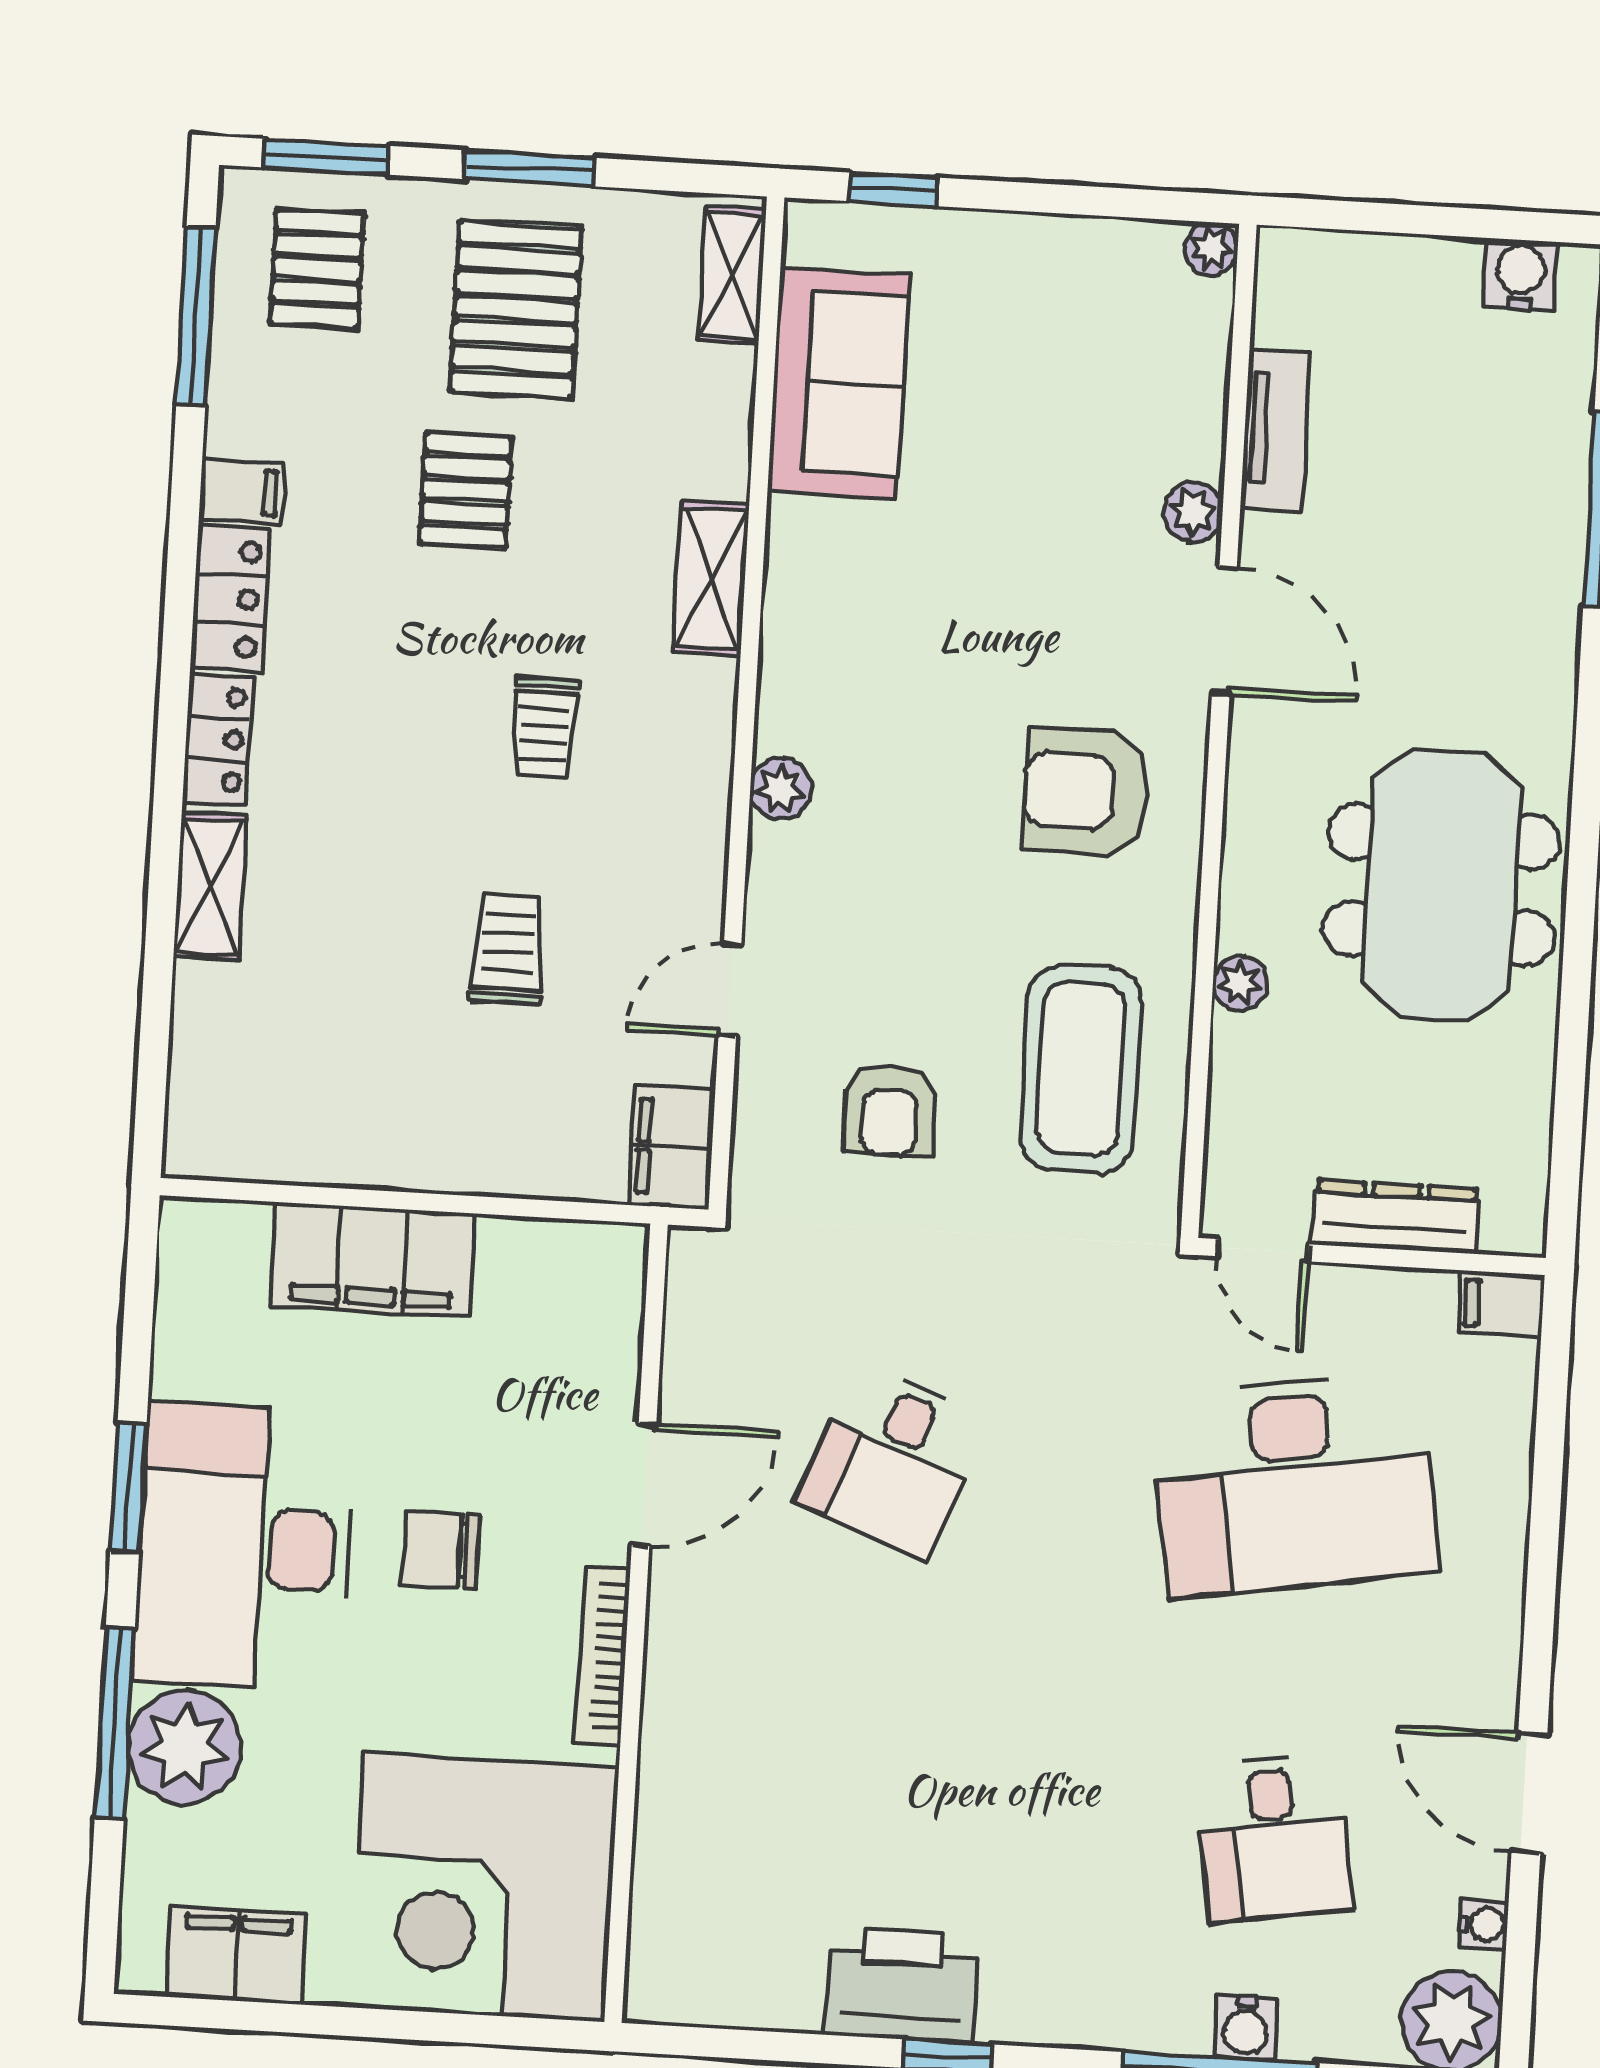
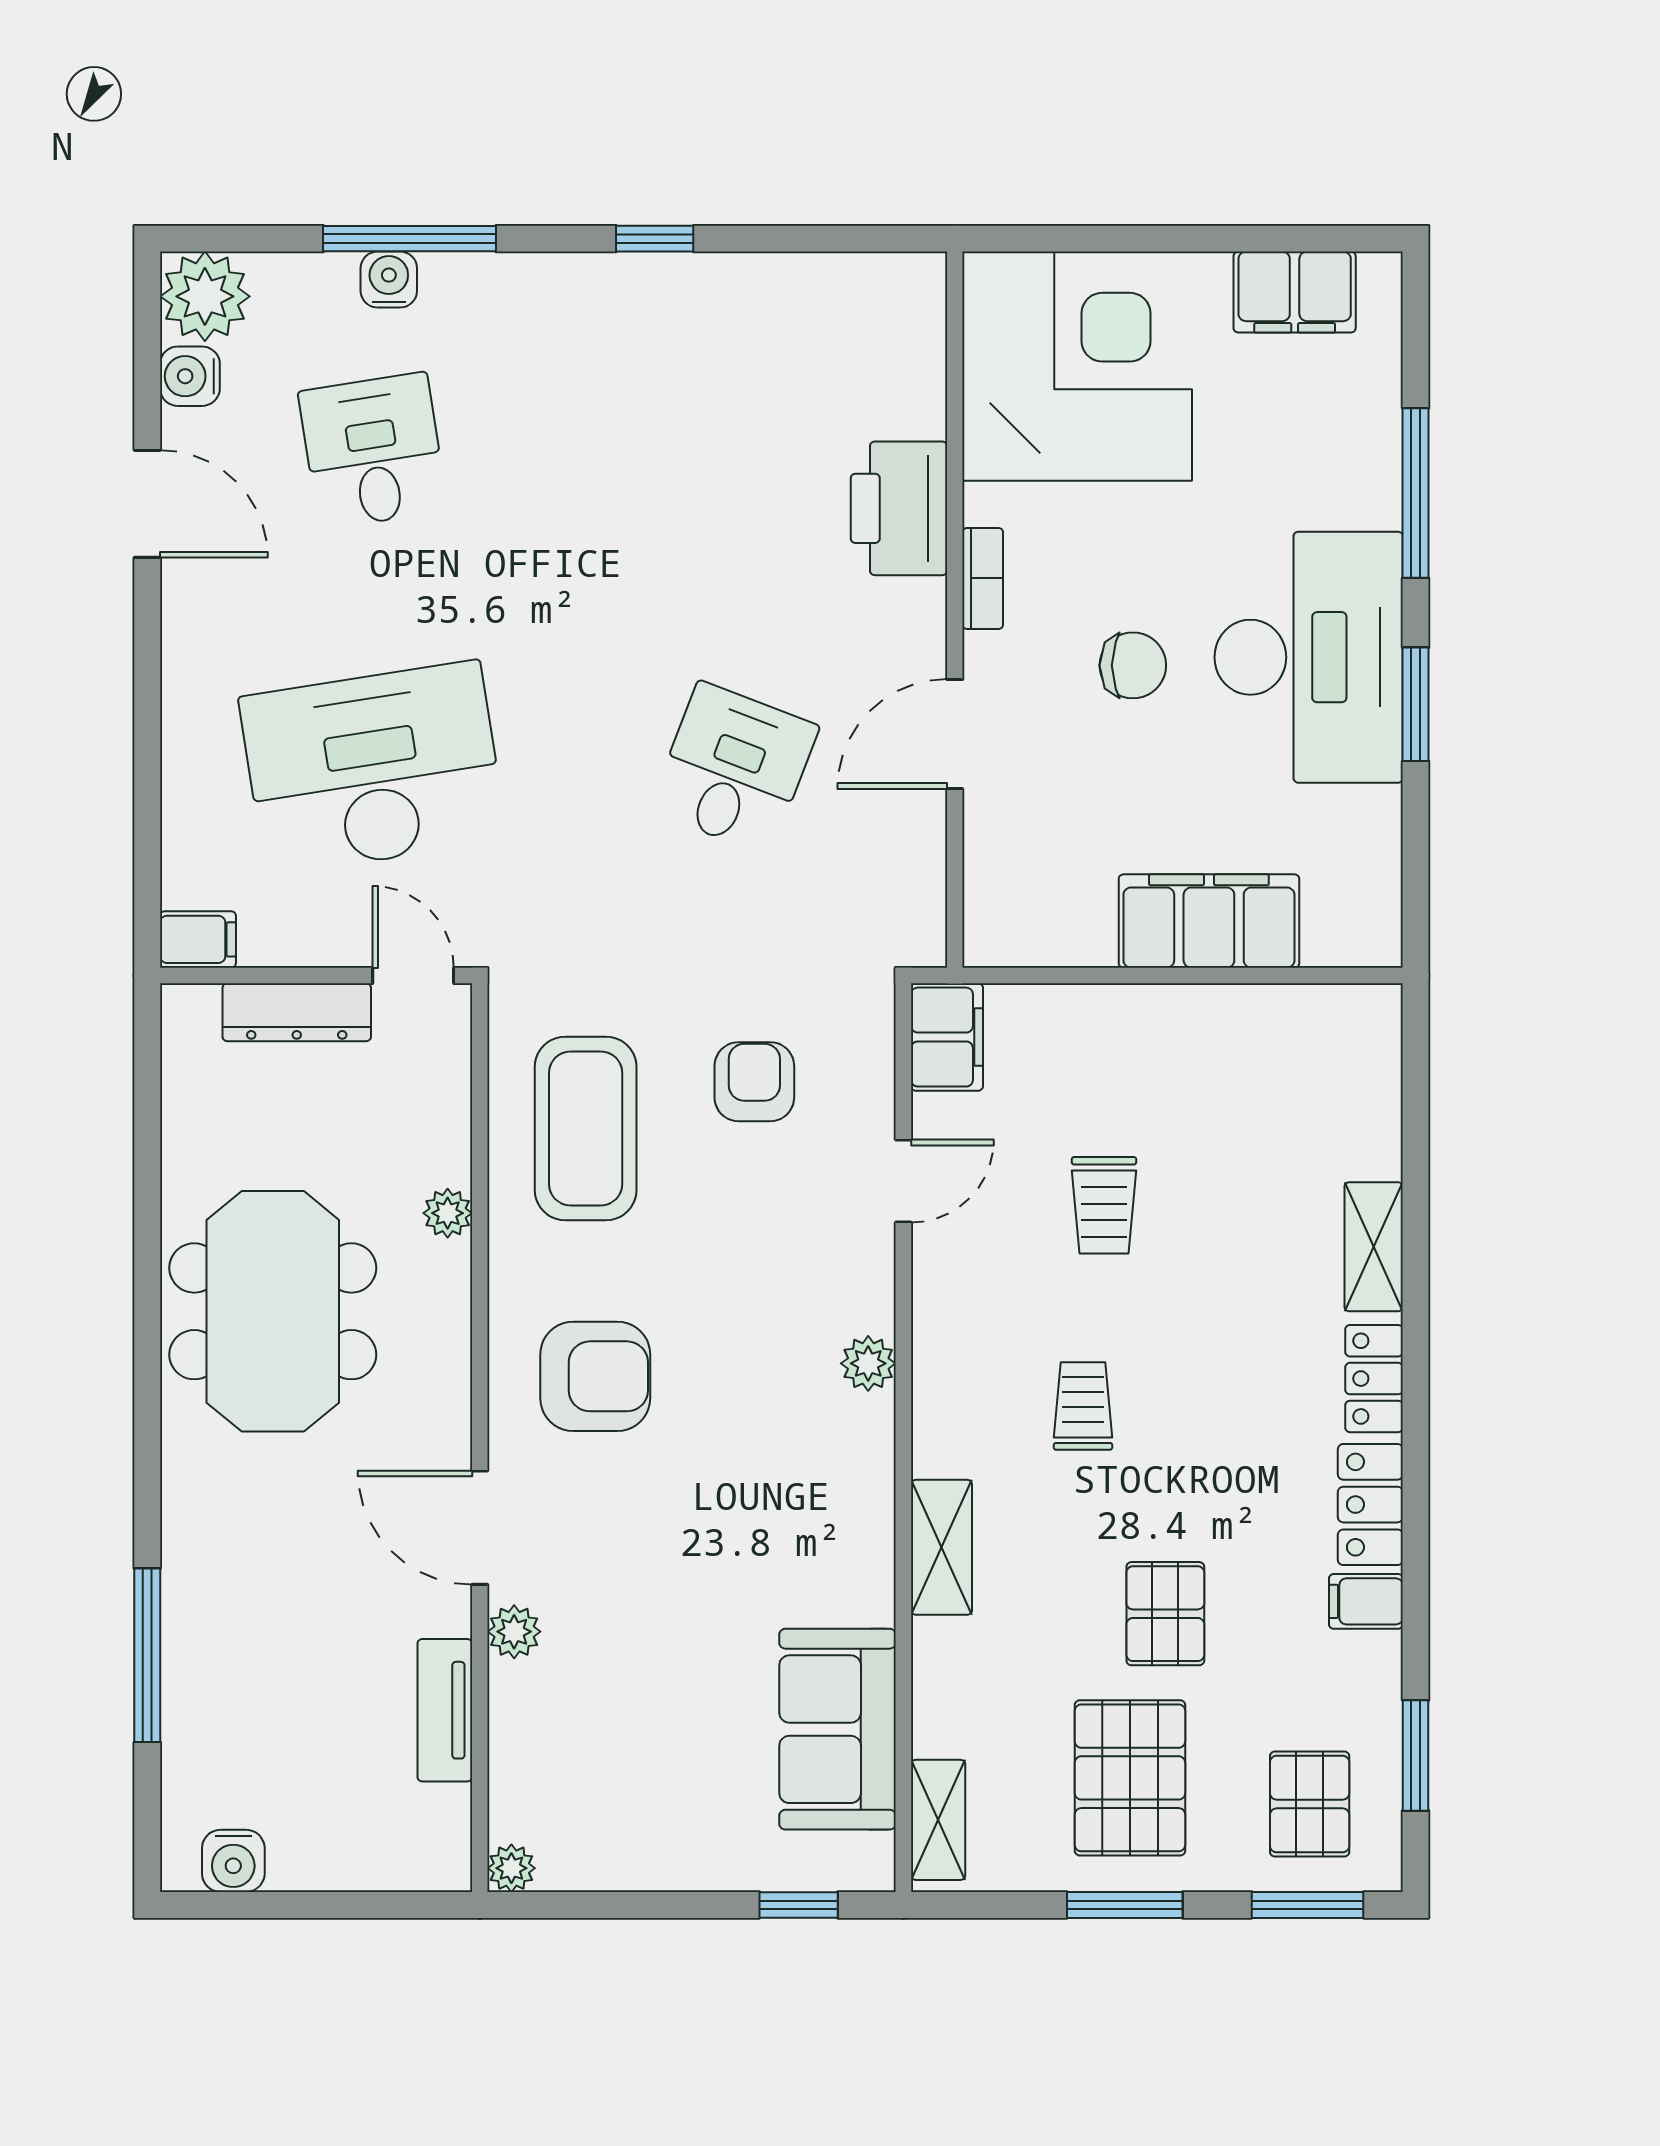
window: (196, 316) -> (1416, 1755), width x0.69
bookcase: (603, 1656) -> (983, 578), width x0.64
plant: (184, 1747) -> (1352, 476), removed
water cooler: (1483, 1924) -> (190, 376), width x1.38, depth x1.38
printer: (902, 1985) -> (899, 508), moved, turned 90

